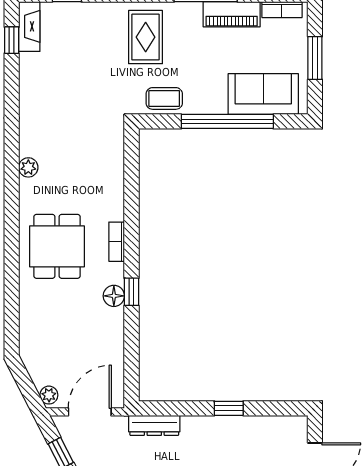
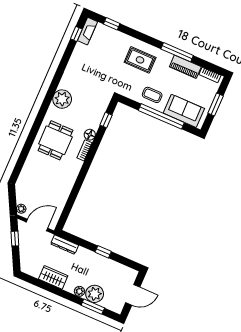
rug: (146, 37) -> (140, 60), turned 90
coffee table: (164, 98) -> (152, 95), moved
plant: (28, 167) -> (62, 99), width x1.88, depth x1.88
window: (132, 292) -> (106, 120), moved
floor lamp: (114, 296) -> (90, 135), moved

